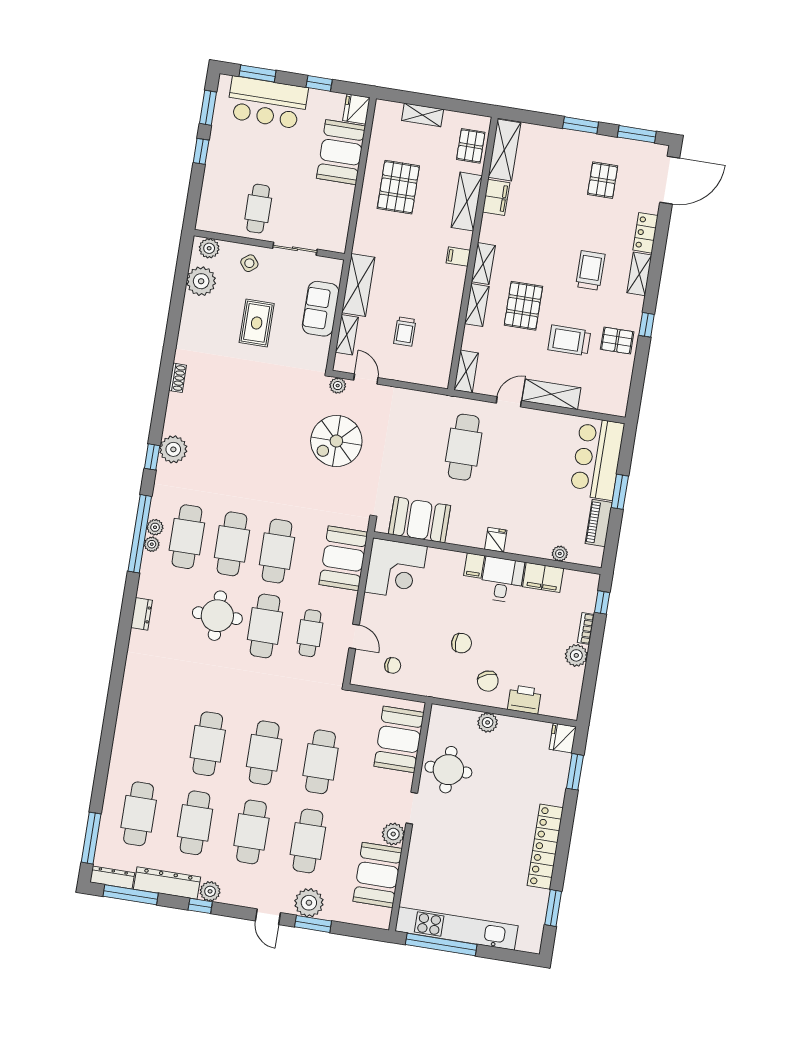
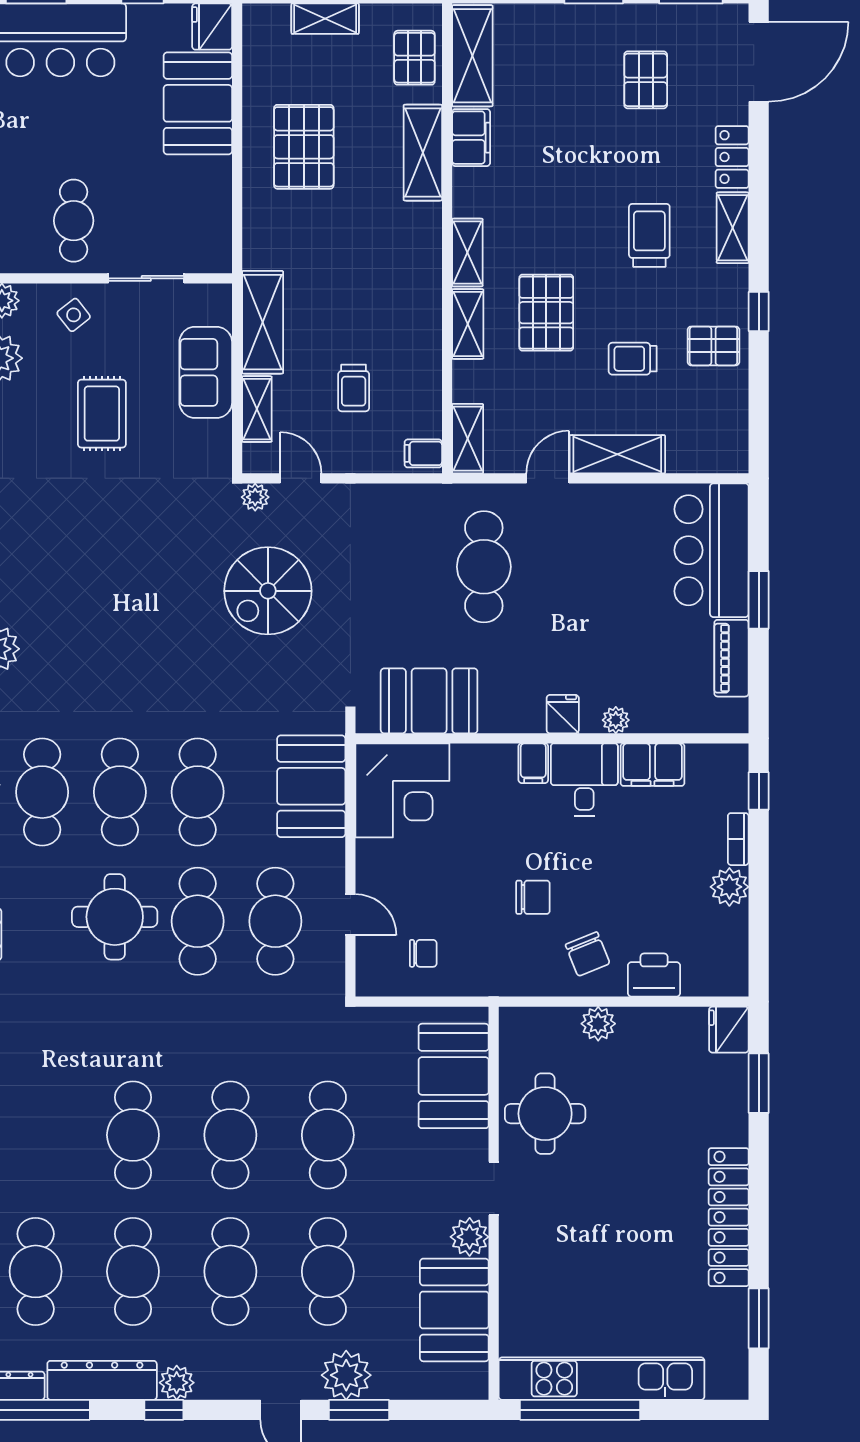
filing cabinet: (458, 257) -> (423, 453), moved
trolley: (569, 340) -> (633, 359), width x0.73, depth x0.72
plant: (560, 554) -> (616, 720), moved
cafe table: (310, 633) -> (275, 921), width x1.37, depth x1.35

